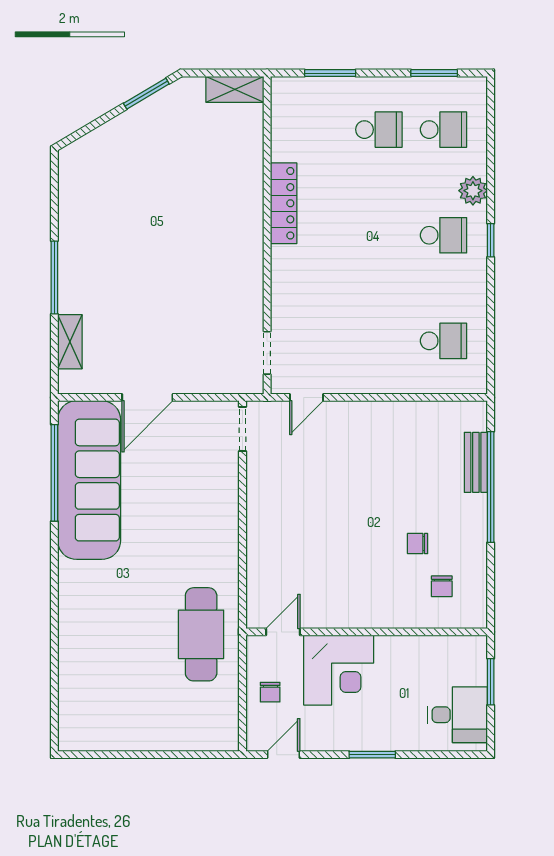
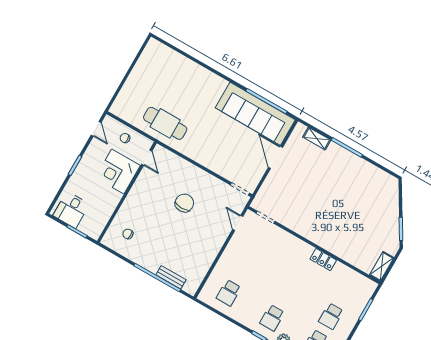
locker: (284, 203) -> (323, 259), width x0.66
chair: (418, 544) -> (184, 203), moved, width x1.87, depth x1.87

